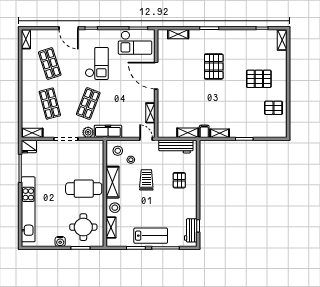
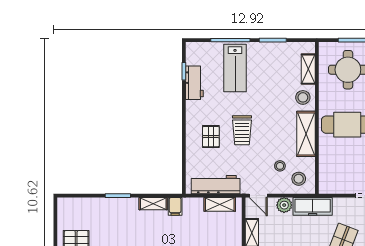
plant: (88, 132) -> (284, 205), moved
shelving: (188, 133) -> (220, 204), moved
trolley: (146, 180) -> (242, 130), moved
workbench: (191, 230) -> (194, 83), moved
lab bench: (151, 236) -> (235, 68), moved, turned -90

